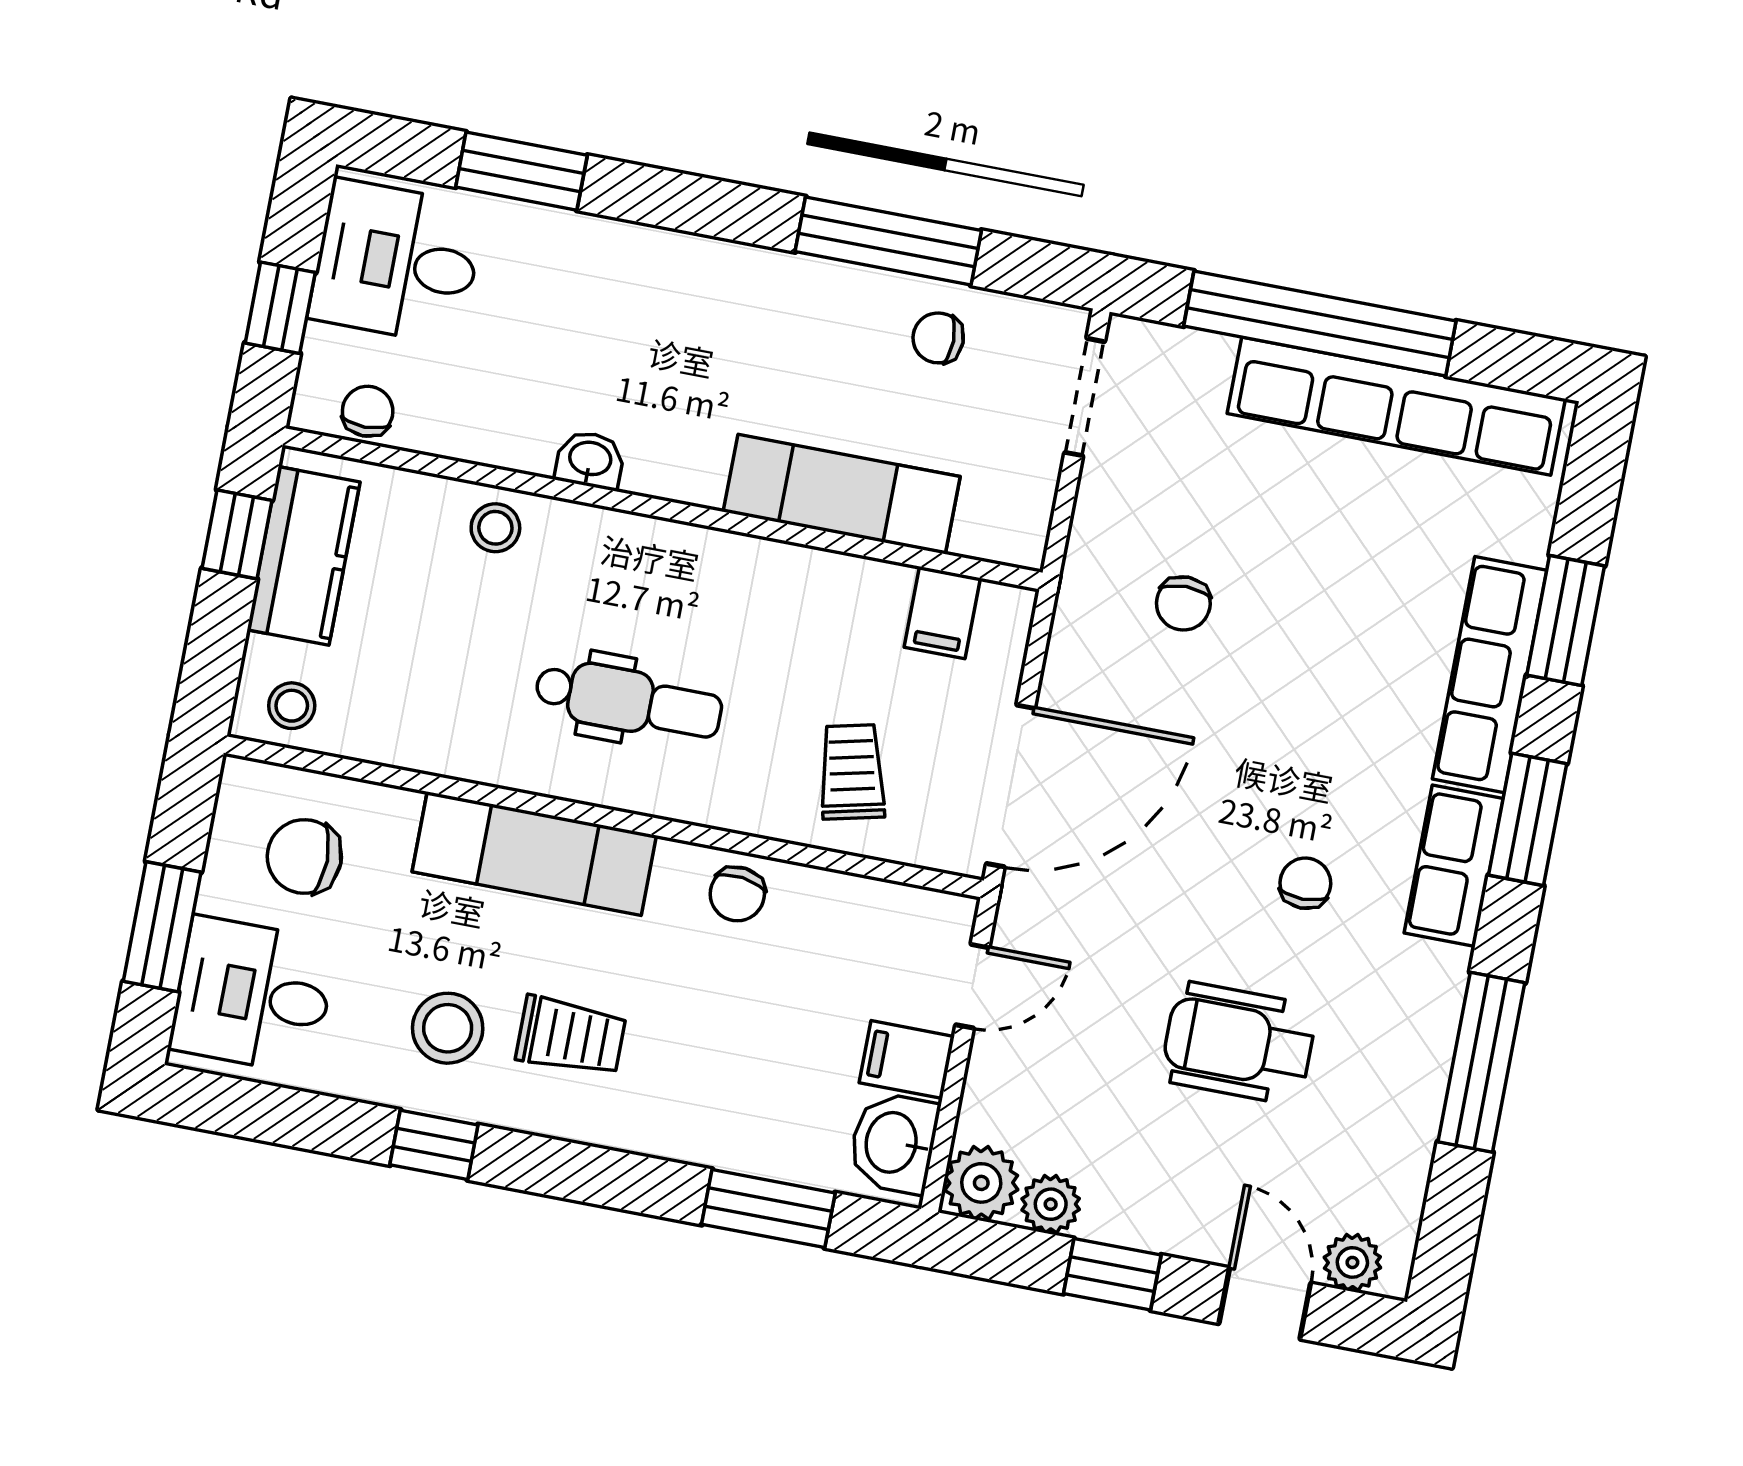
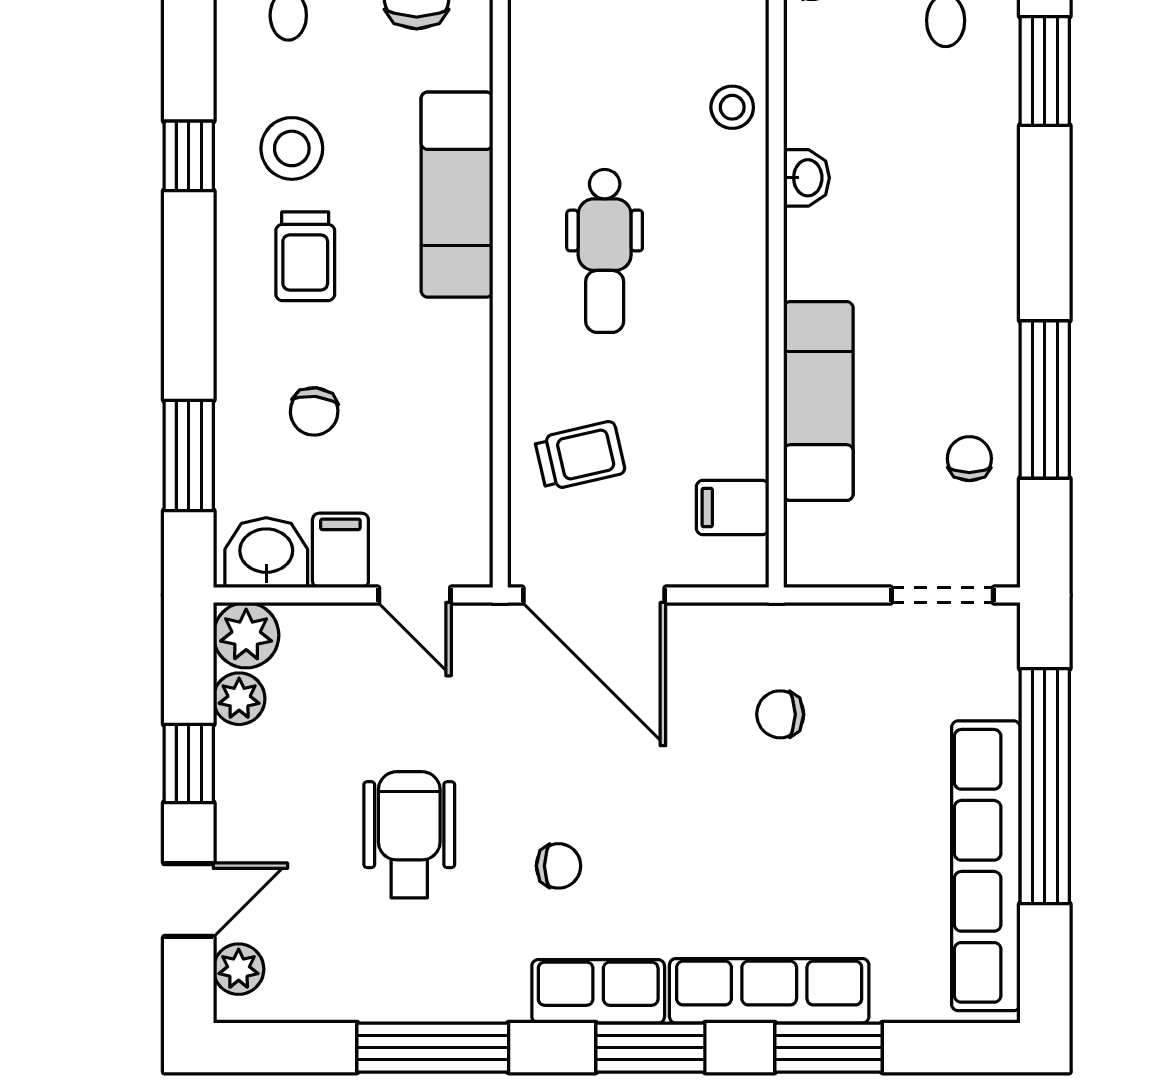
chair: (737, 894) -> (314, 411), moved, turned -91

